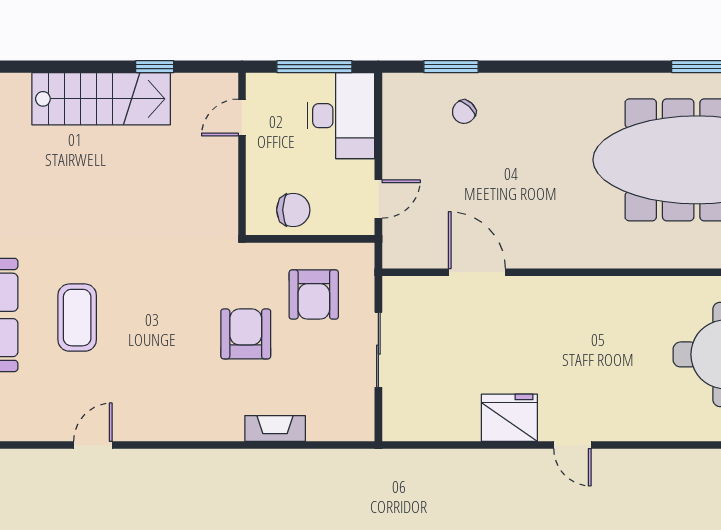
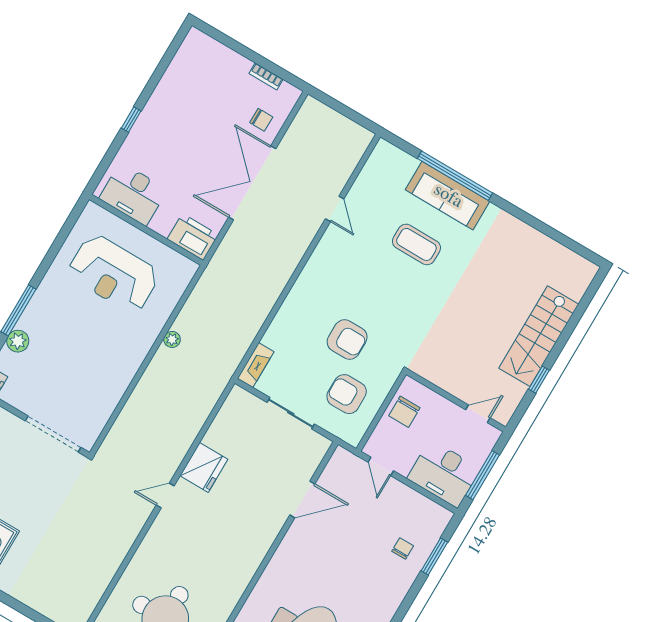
chair: (464, 112) -> (403, 548), turned 47
door: (242, 117) -> (478, 414), hinge flipped
fireplace: (275, 428) -> (256, 365), moved

